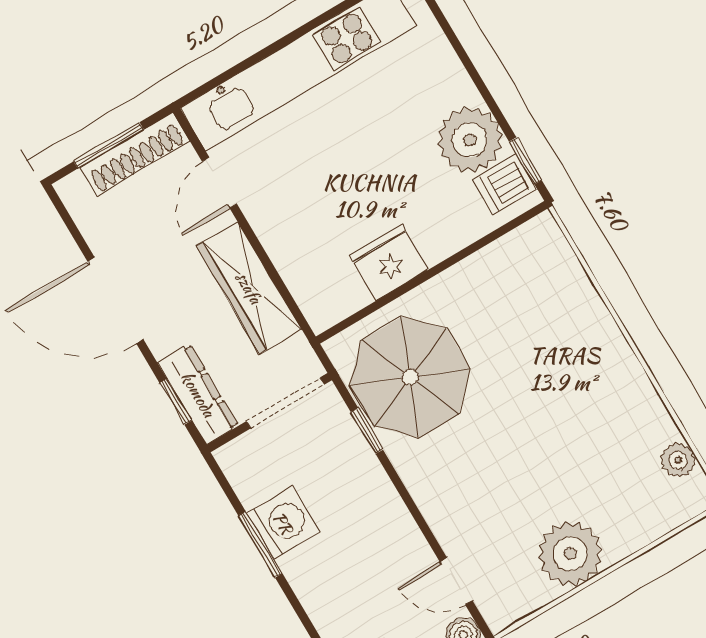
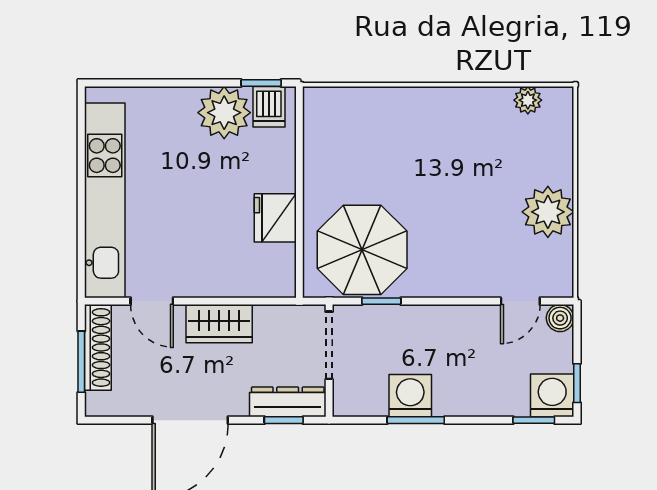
wardrobe: (249, 288) -> (219, 324), width x0.67

